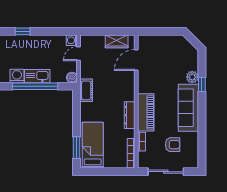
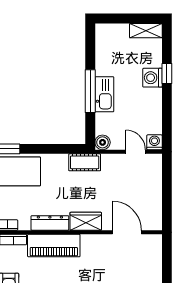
wardrobe: (117, 41) -> (86, 221), moved, turned 90
washing machine: (17, 76) -> (152, 78), moved, turned 180
window: (35, 86) -> (90, 91), width x0.68

